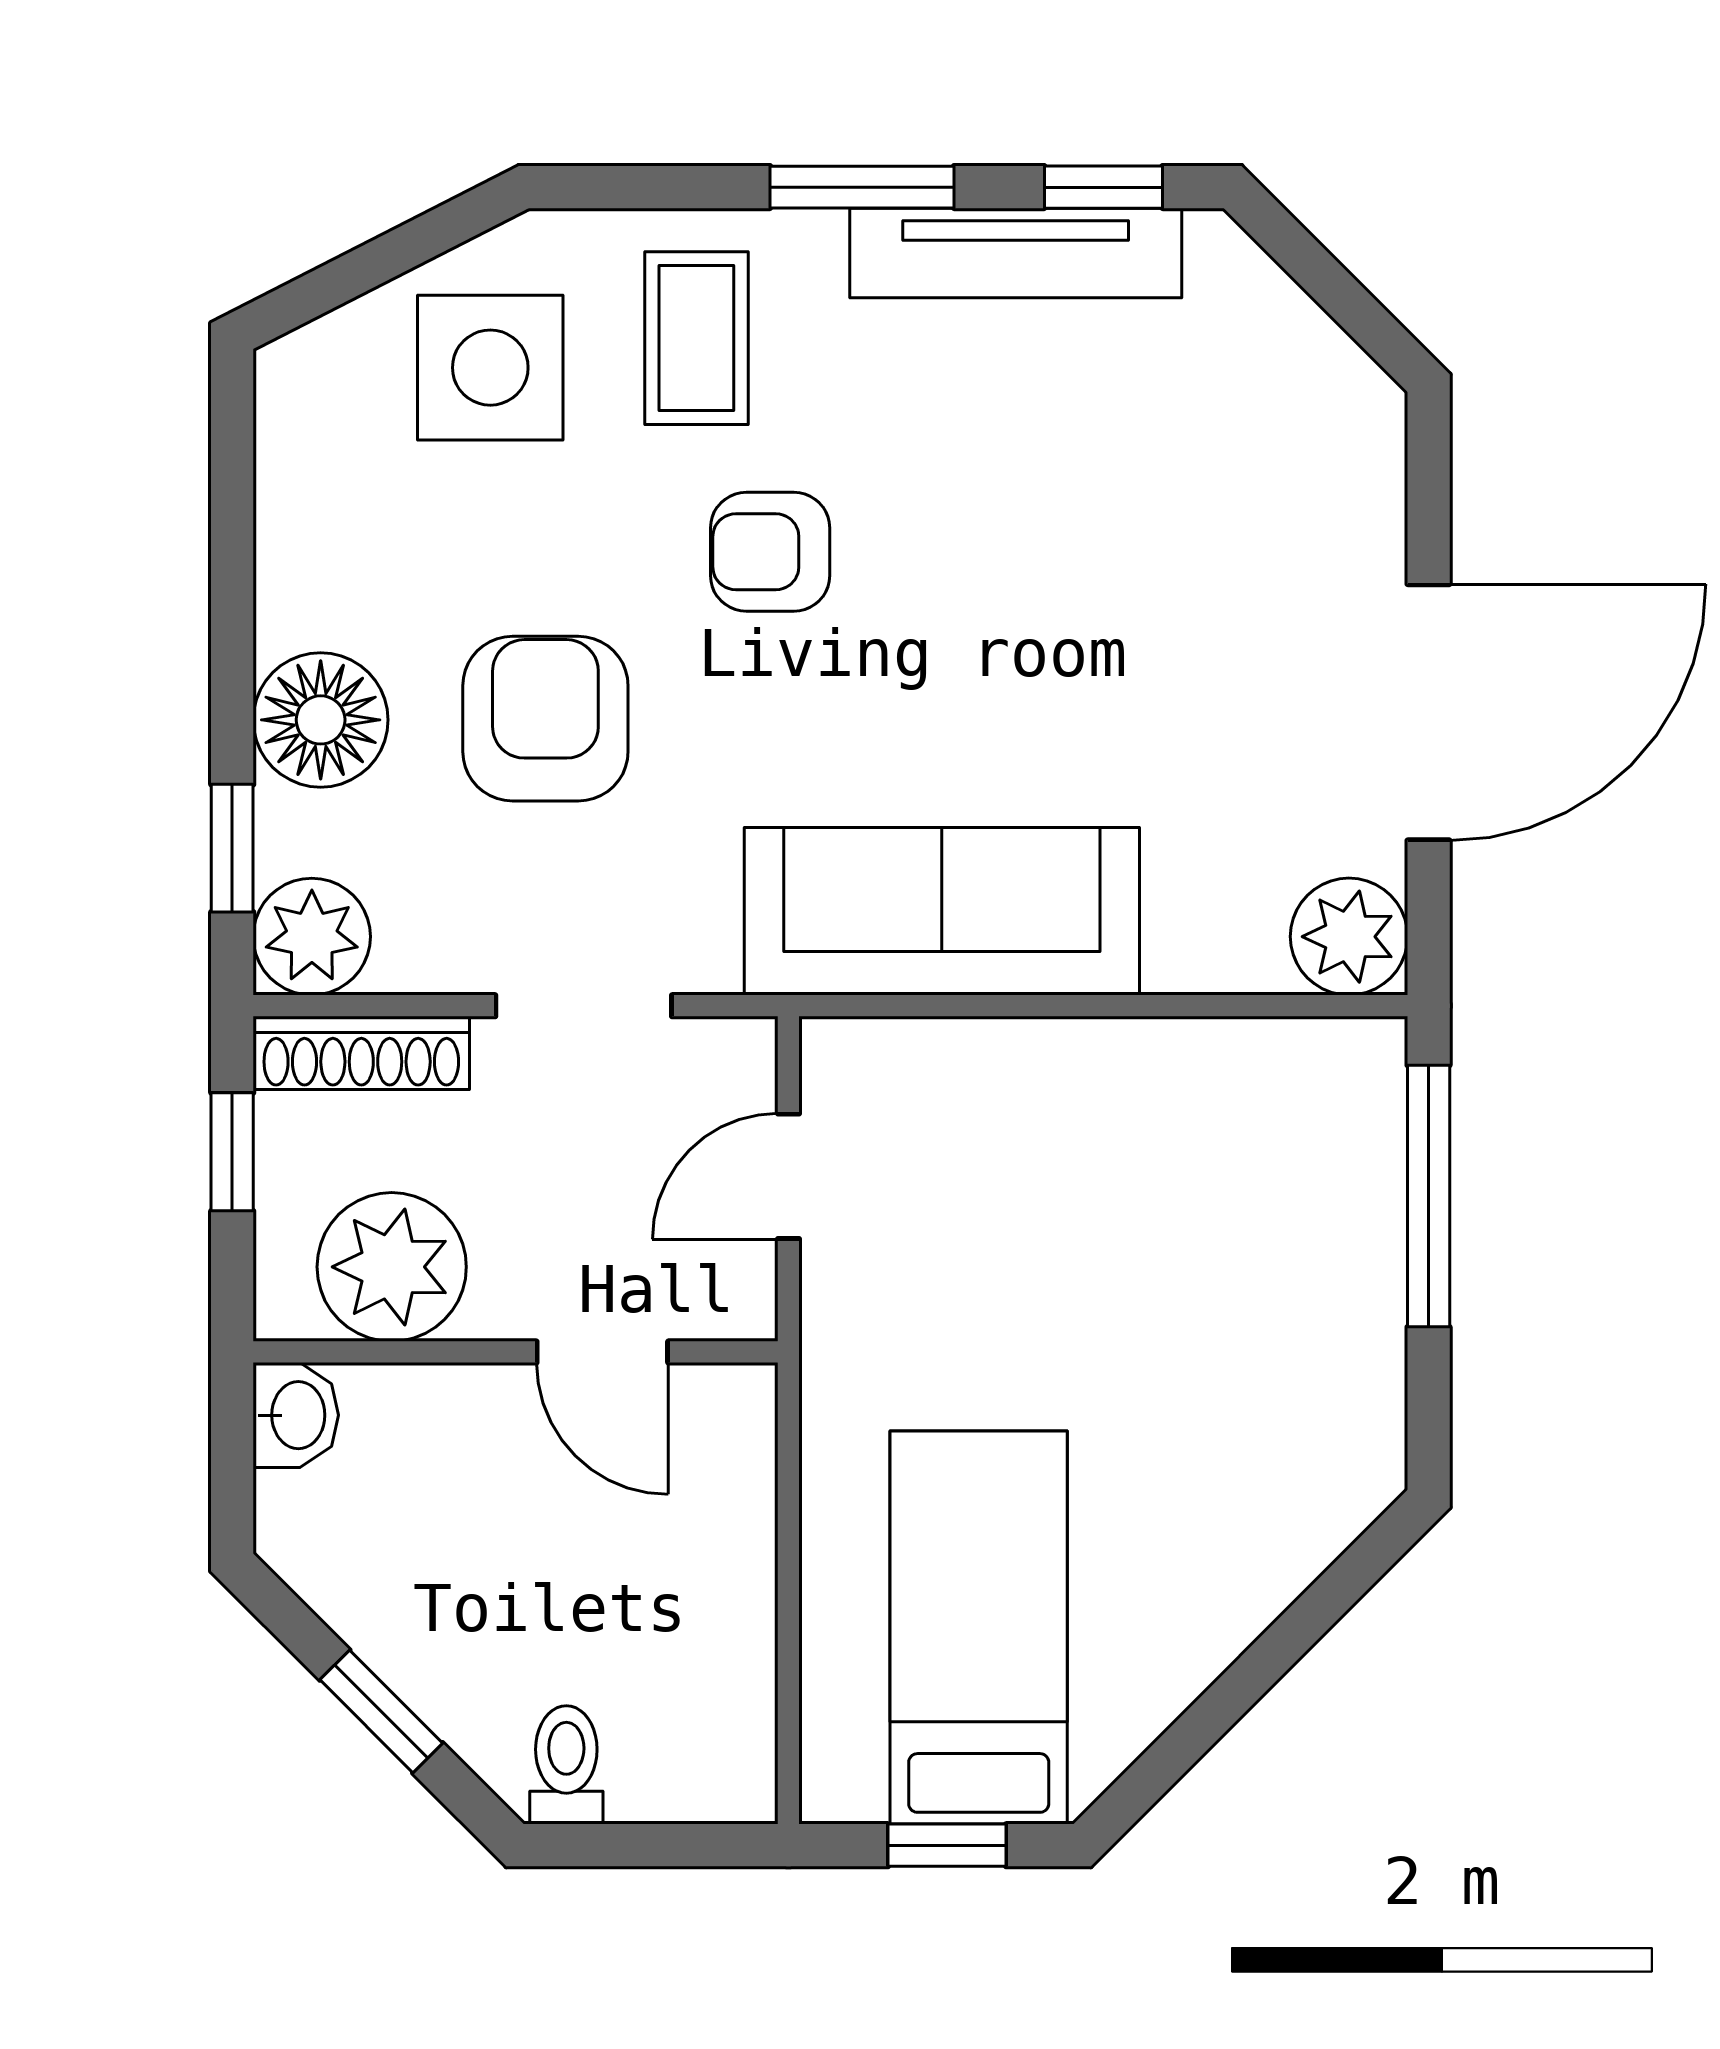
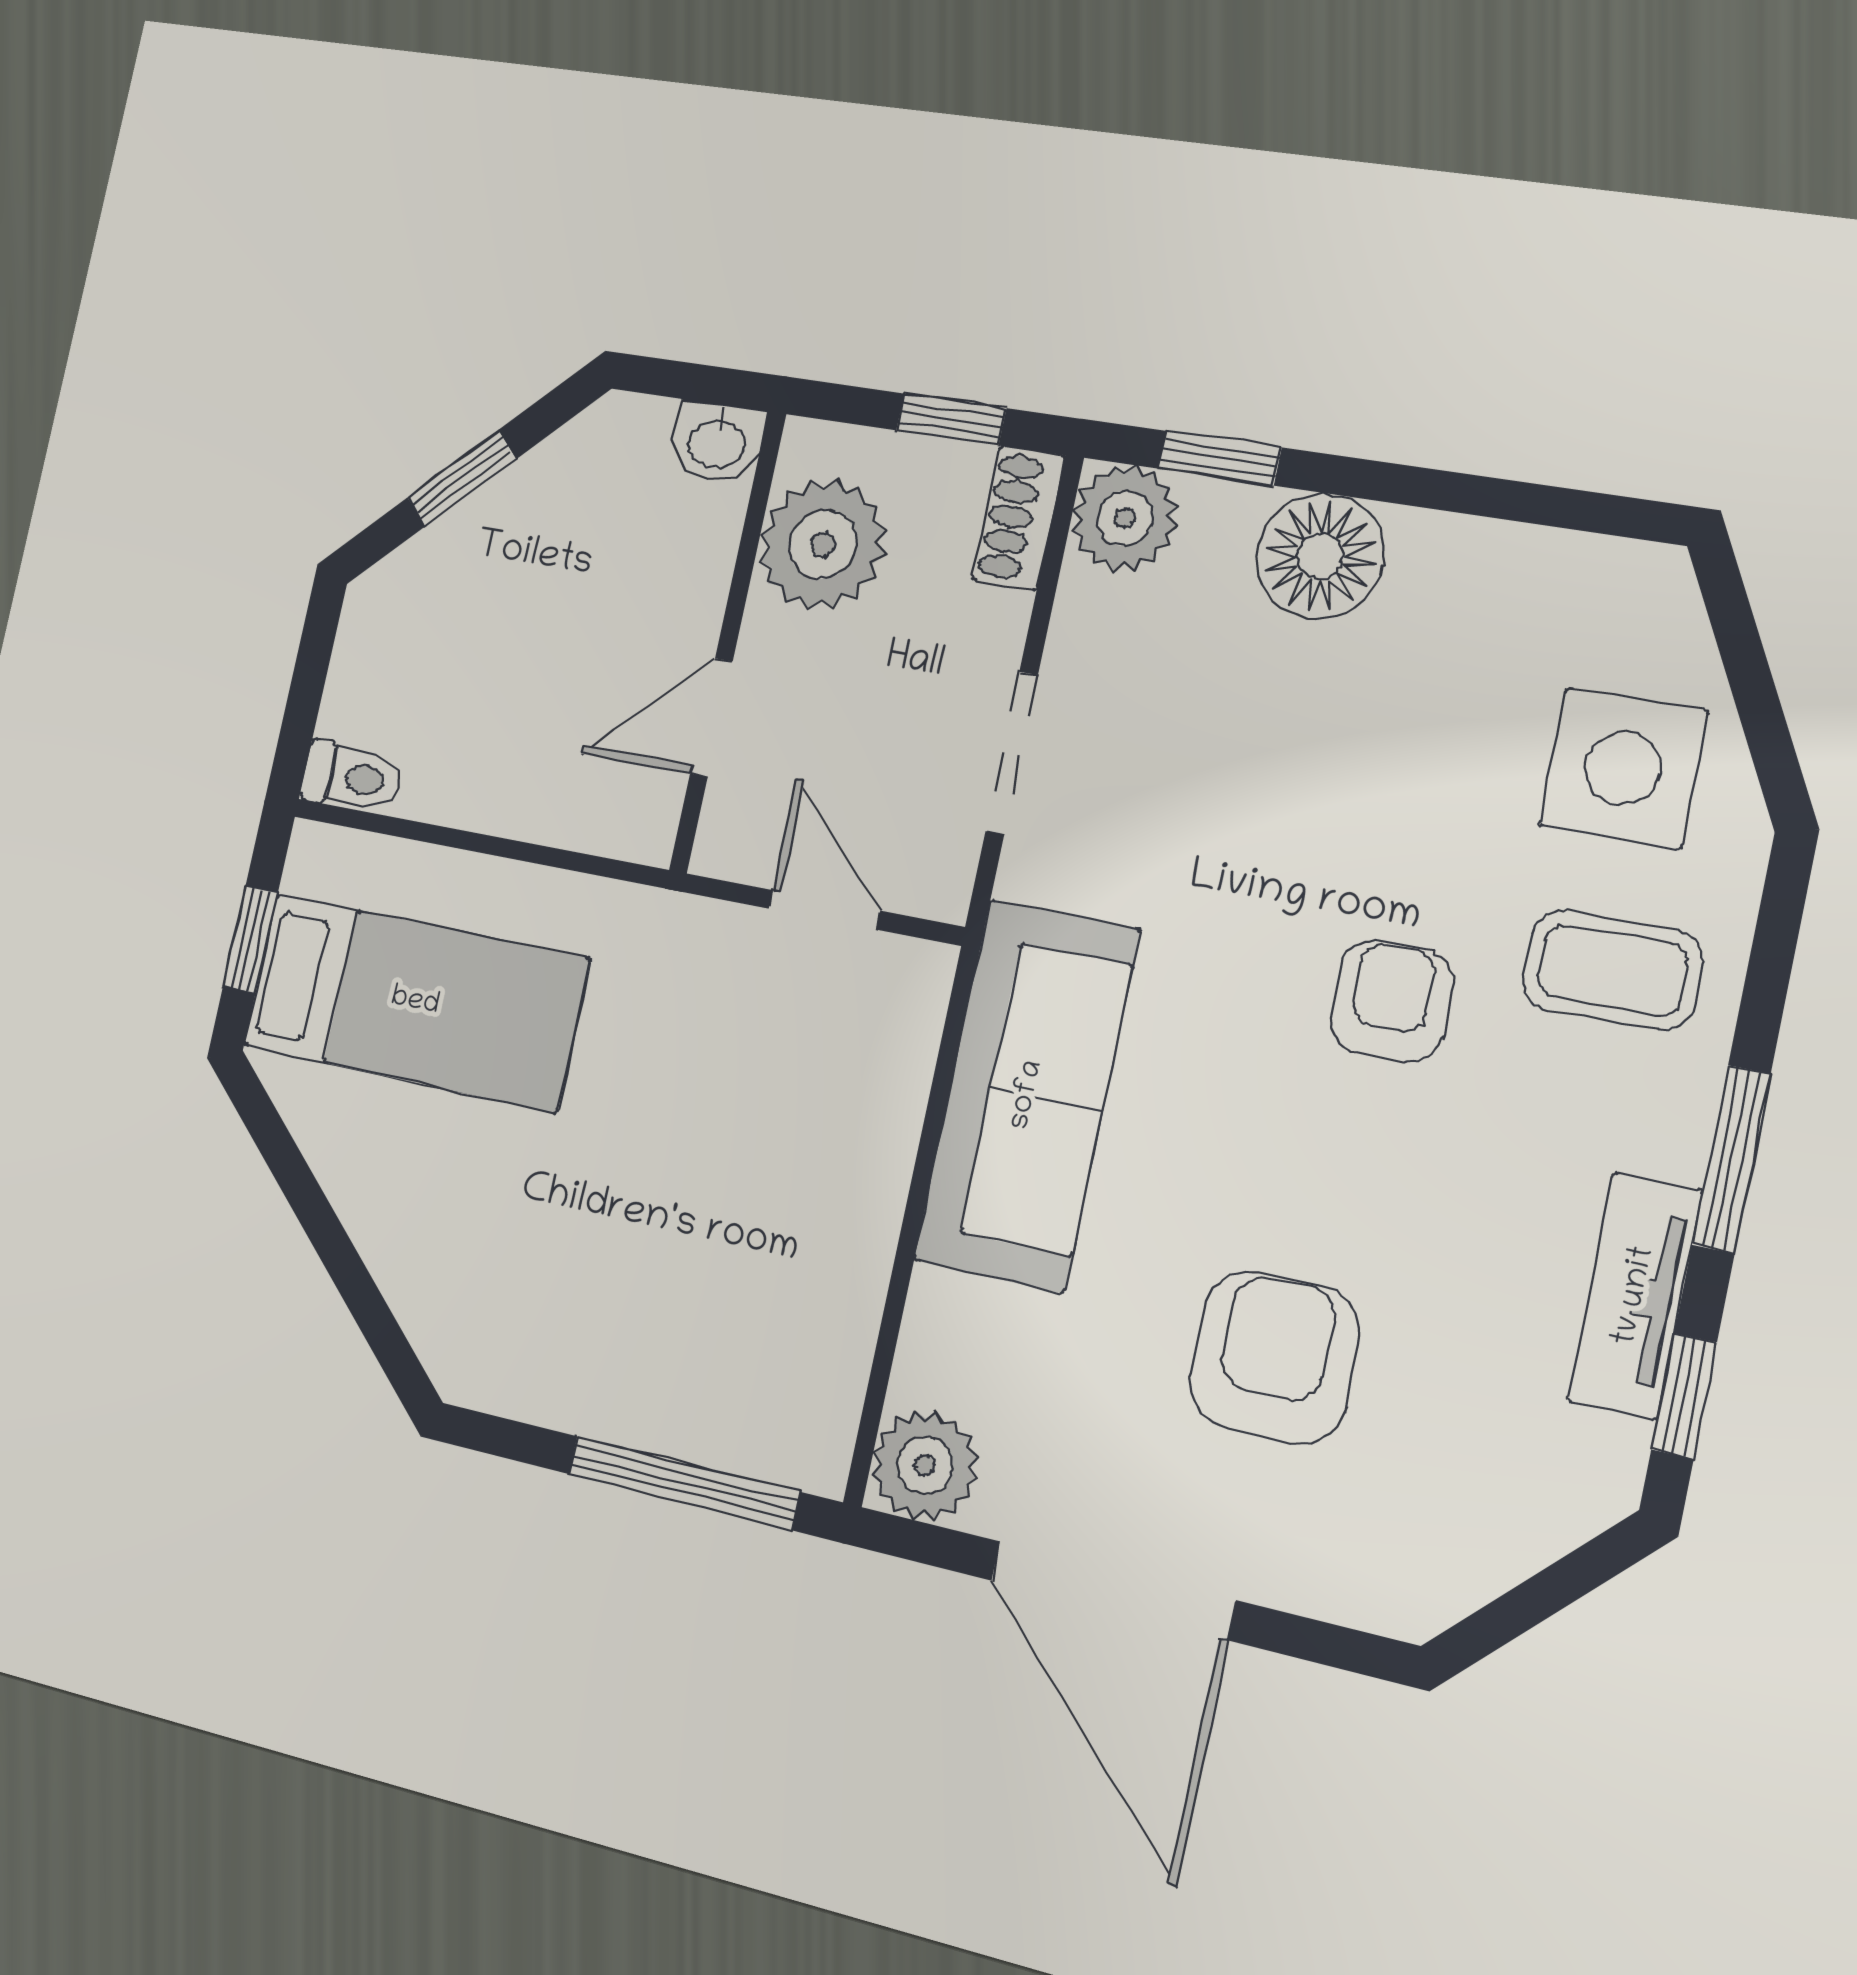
tv unit: (1016, 253) -> (1635, 1296), width x0.71
armchair: (545, 719) -> (1274, 1357), moved, turned -90
shoe rack: (361, 1053) -> (1019, 518), width x0.70
toilet: (566, 1765) -> (352, 777), moved

